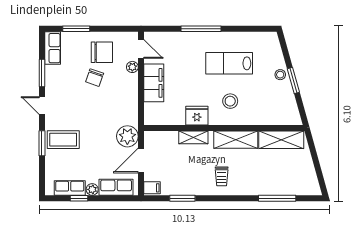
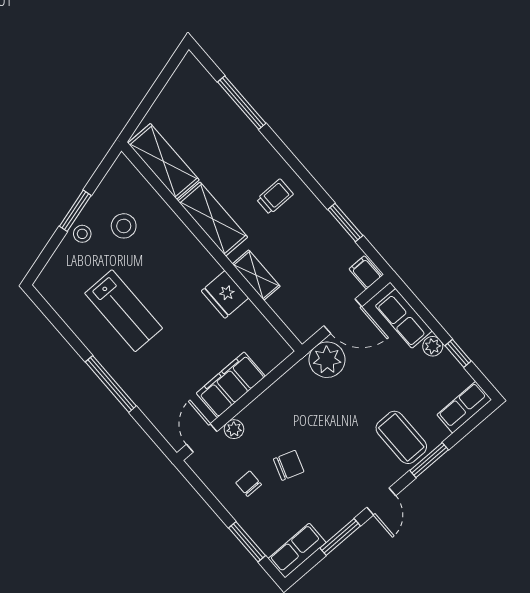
chair: (102, 52) -> (249, 484), width x0.54, depth x0.54
stool: (230, 101) -> (124, 226), moved
row of seats: (70, 188) -> (464, 407), moved, turned 90

